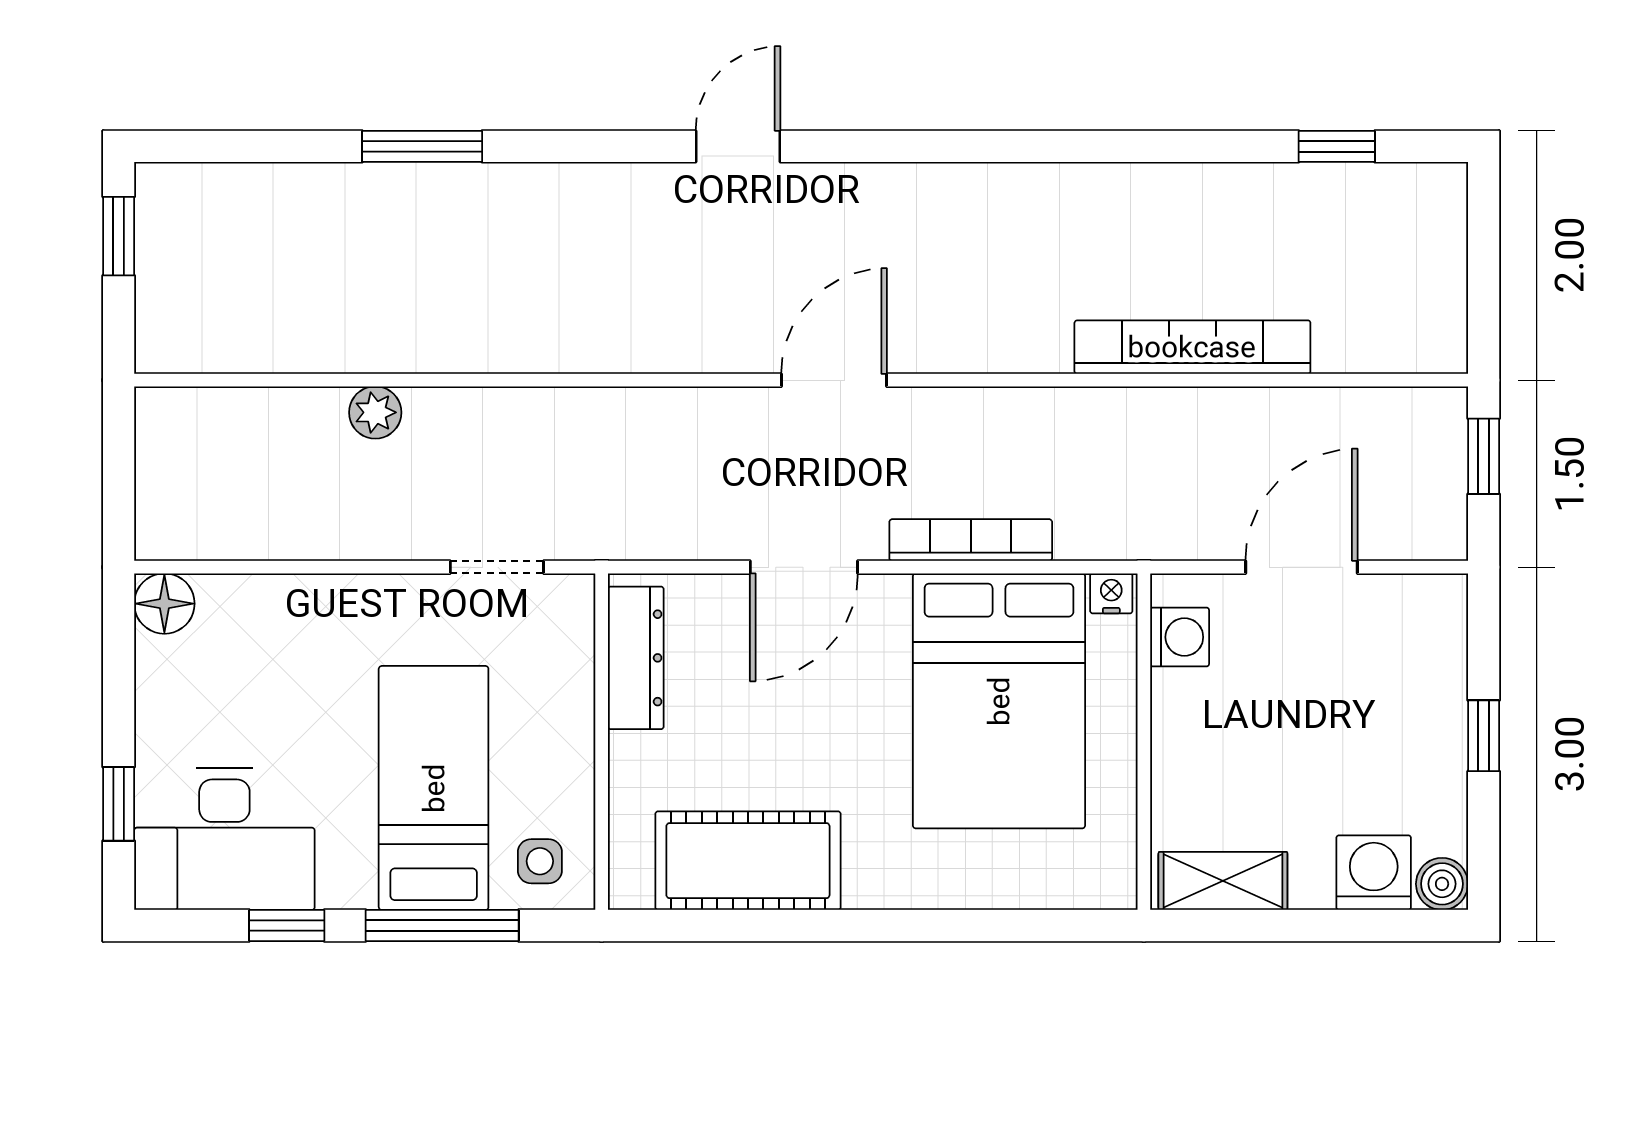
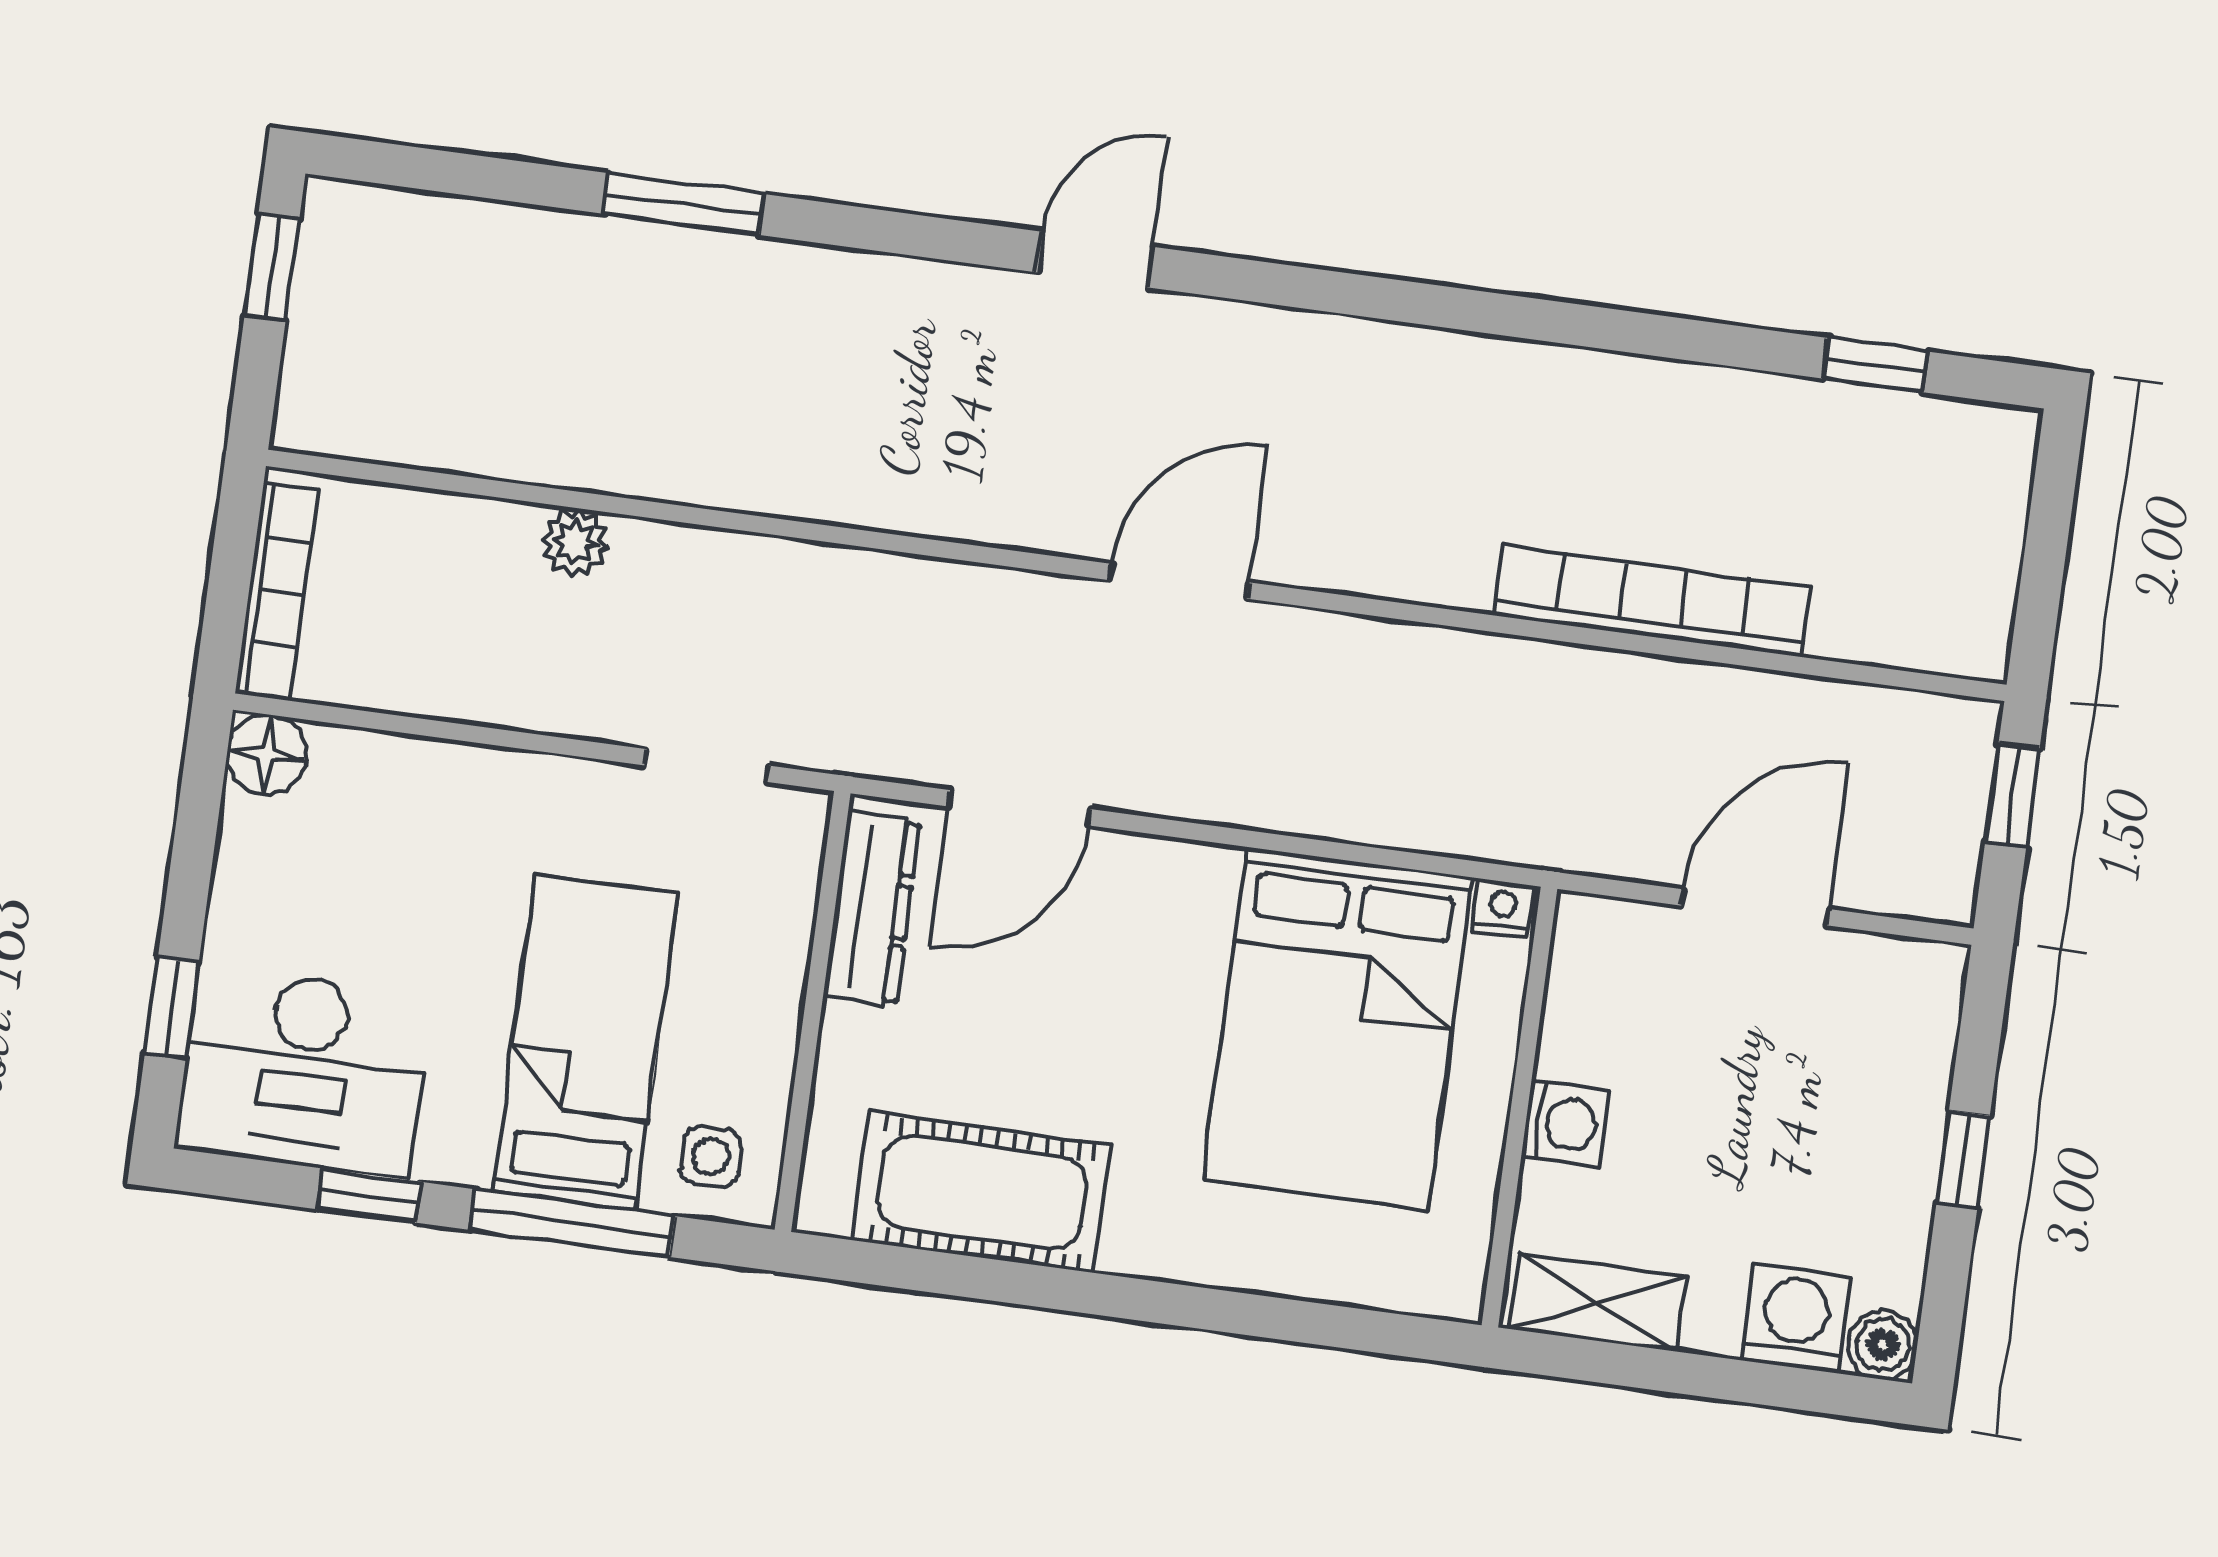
bookcase: (971, 540) -> (277, 591), moved, turned 90
door: (804, 567) -> (1019, 808), moved
washing machine: (1180, 637) -> (1564, 1124), moved

